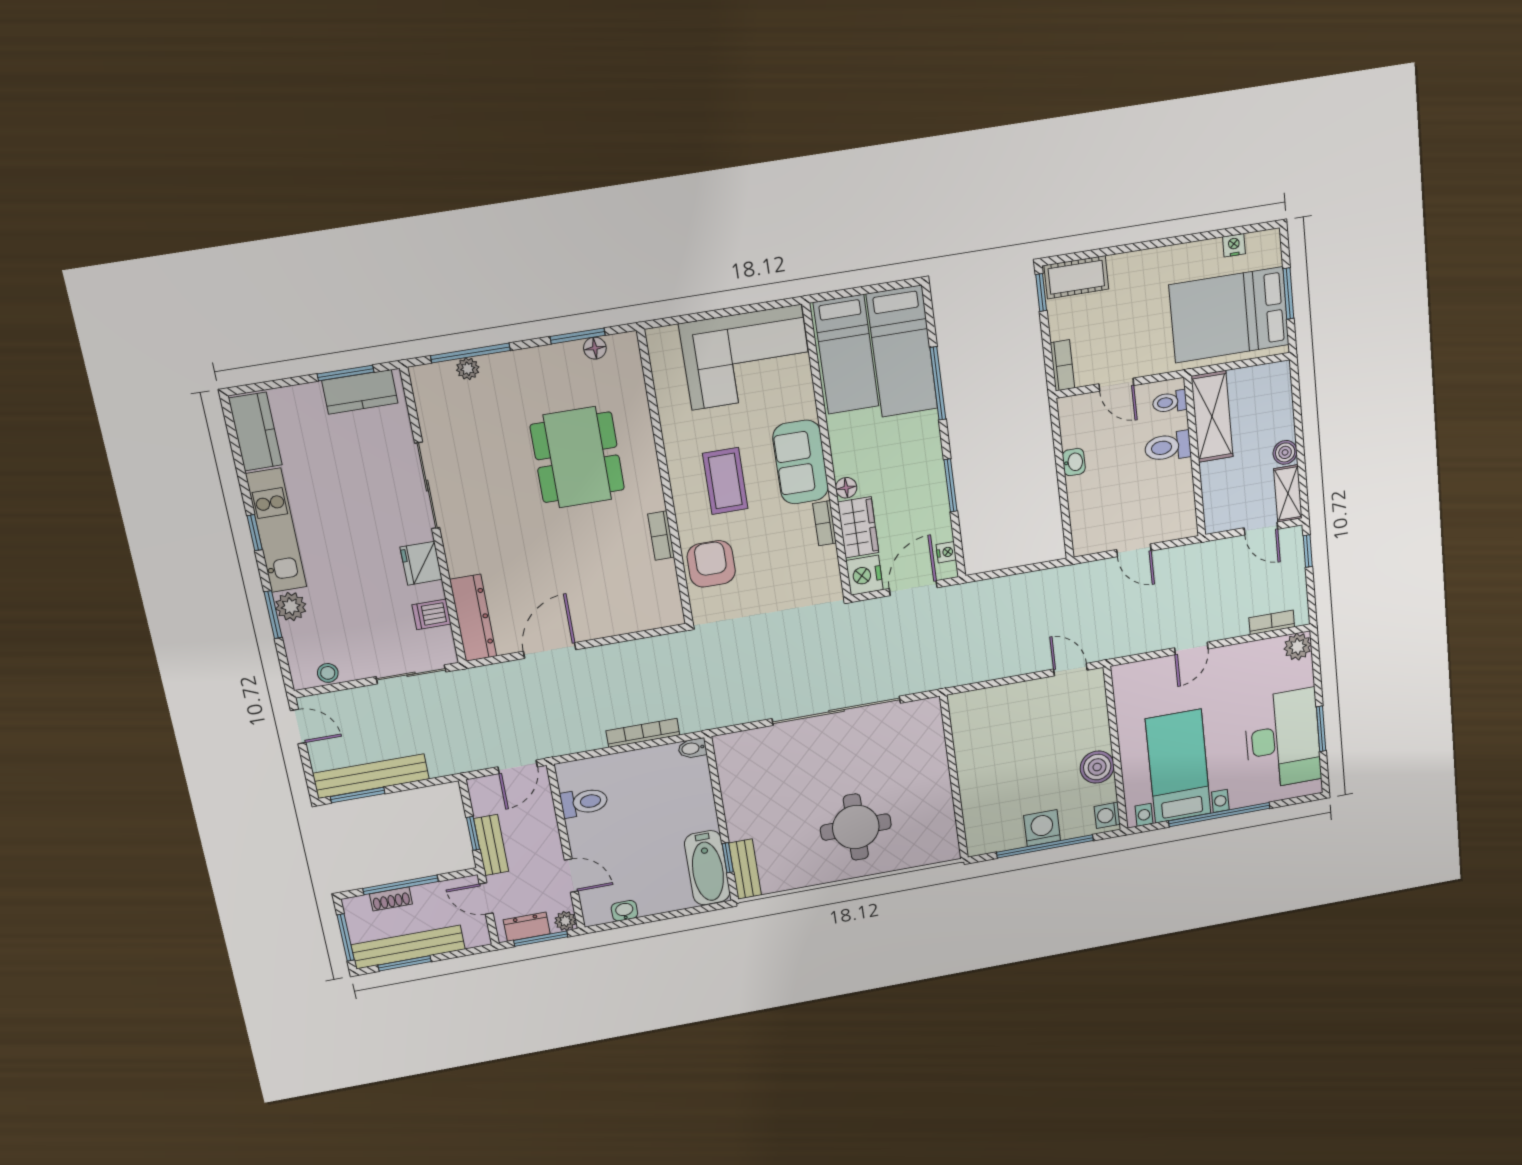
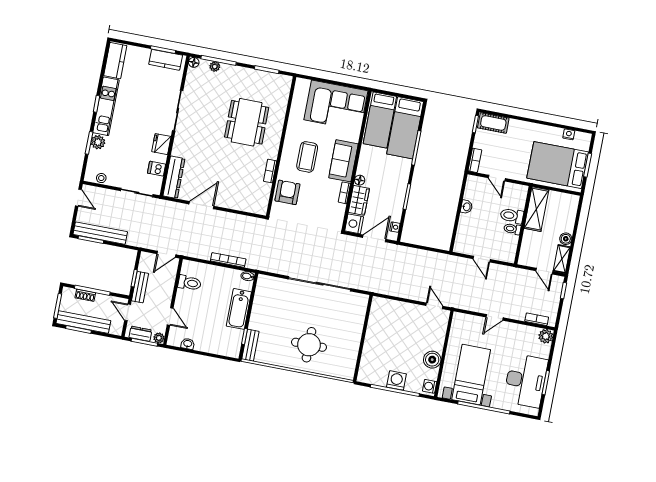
floor lamp: (595, 348) -> (194, 62), moved
toilet: (1170, 402) -> (512, 229), moved
bathtub: (707, 868) -> (239, 309), moved

